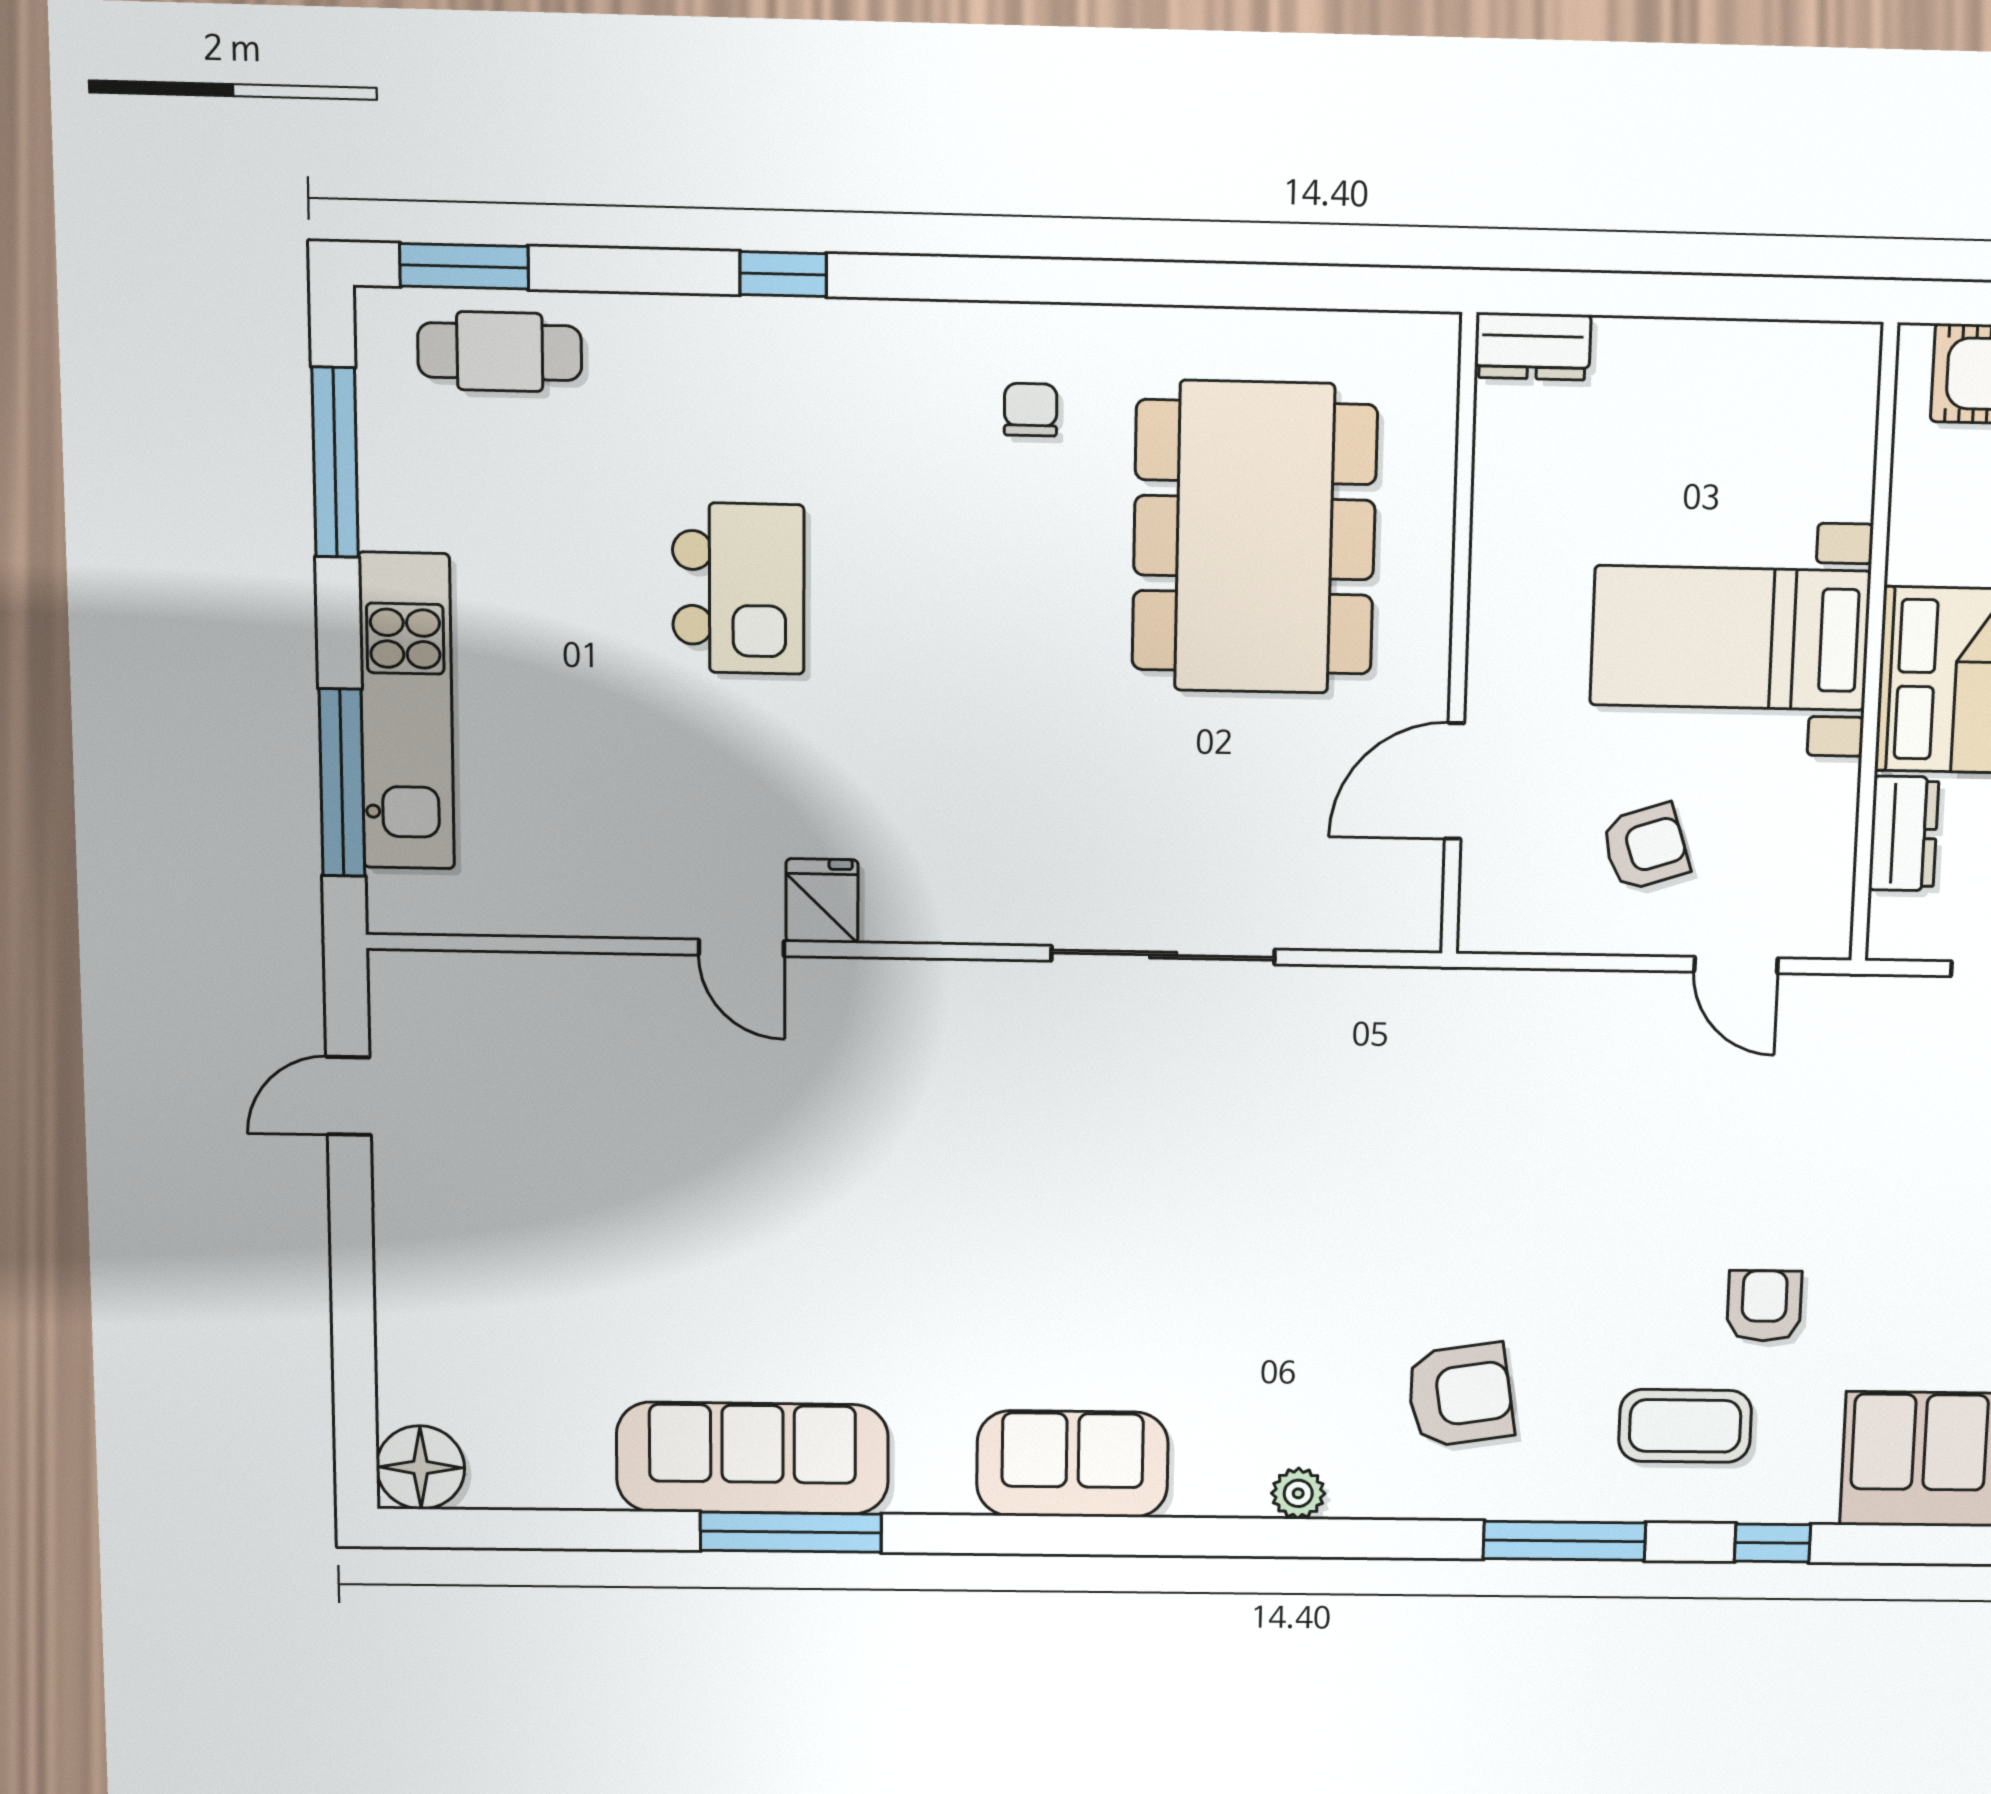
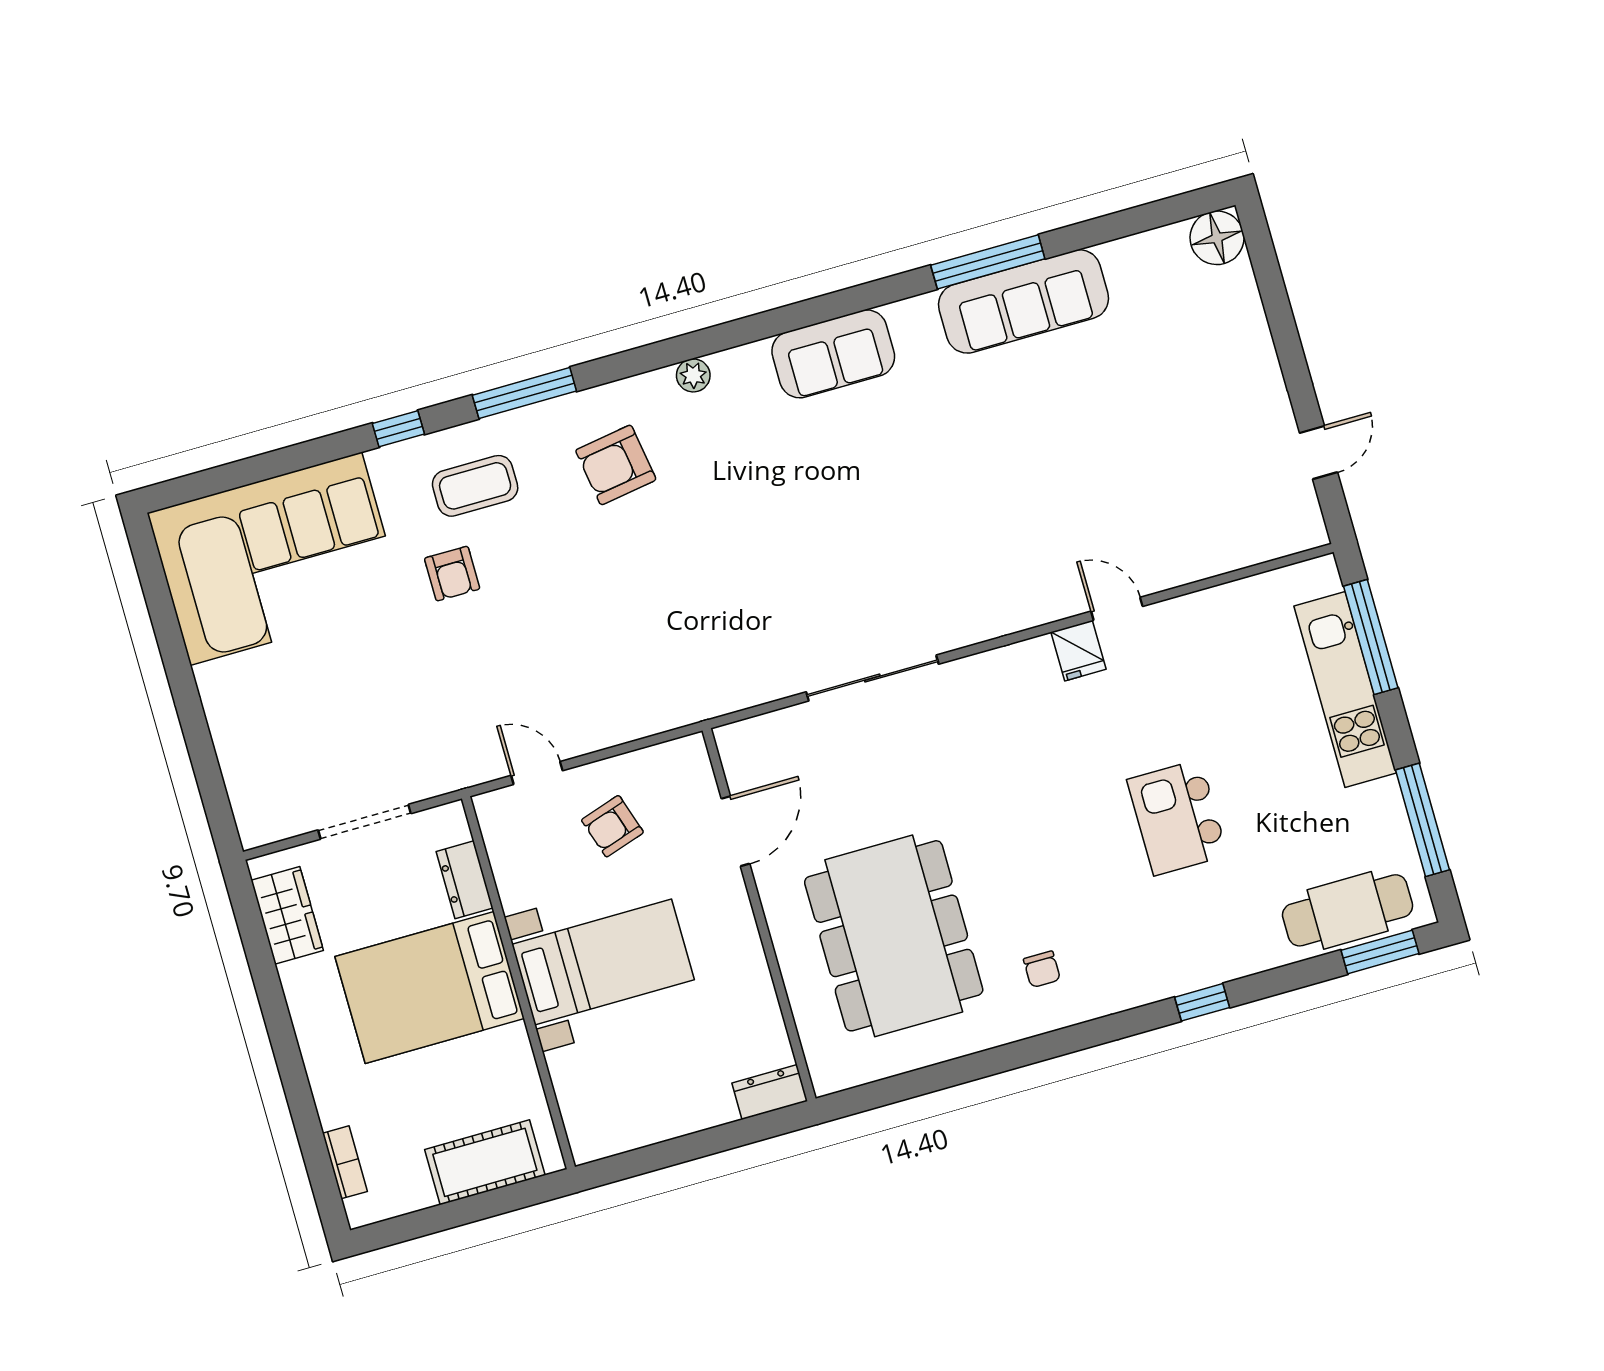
cafe table: (500, 352) -> (1348, 910), width x1.37, depth x1.35

